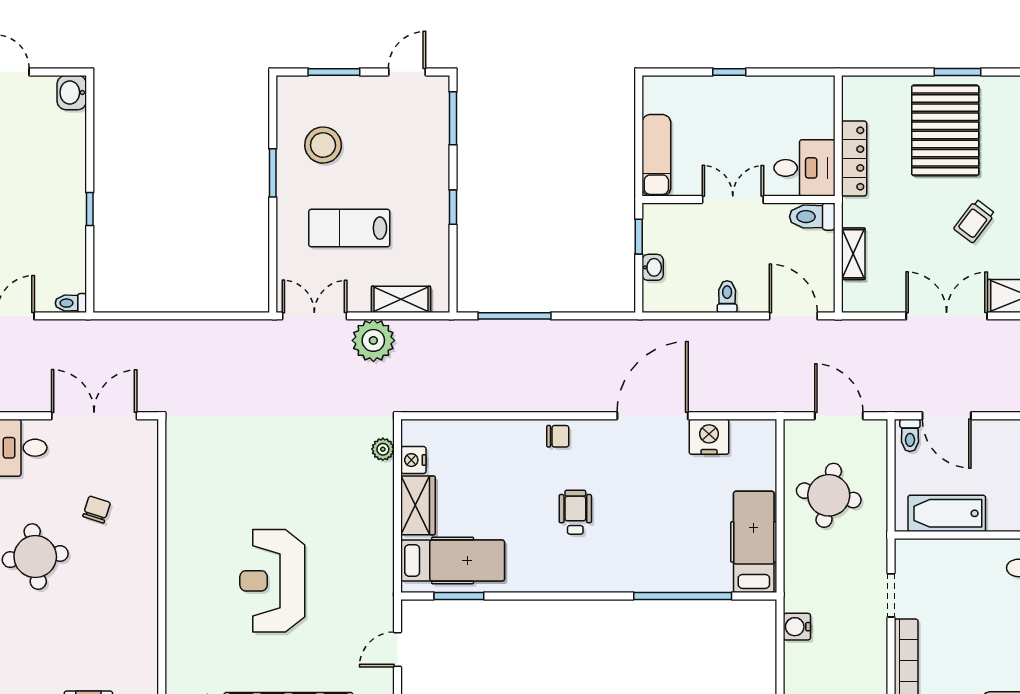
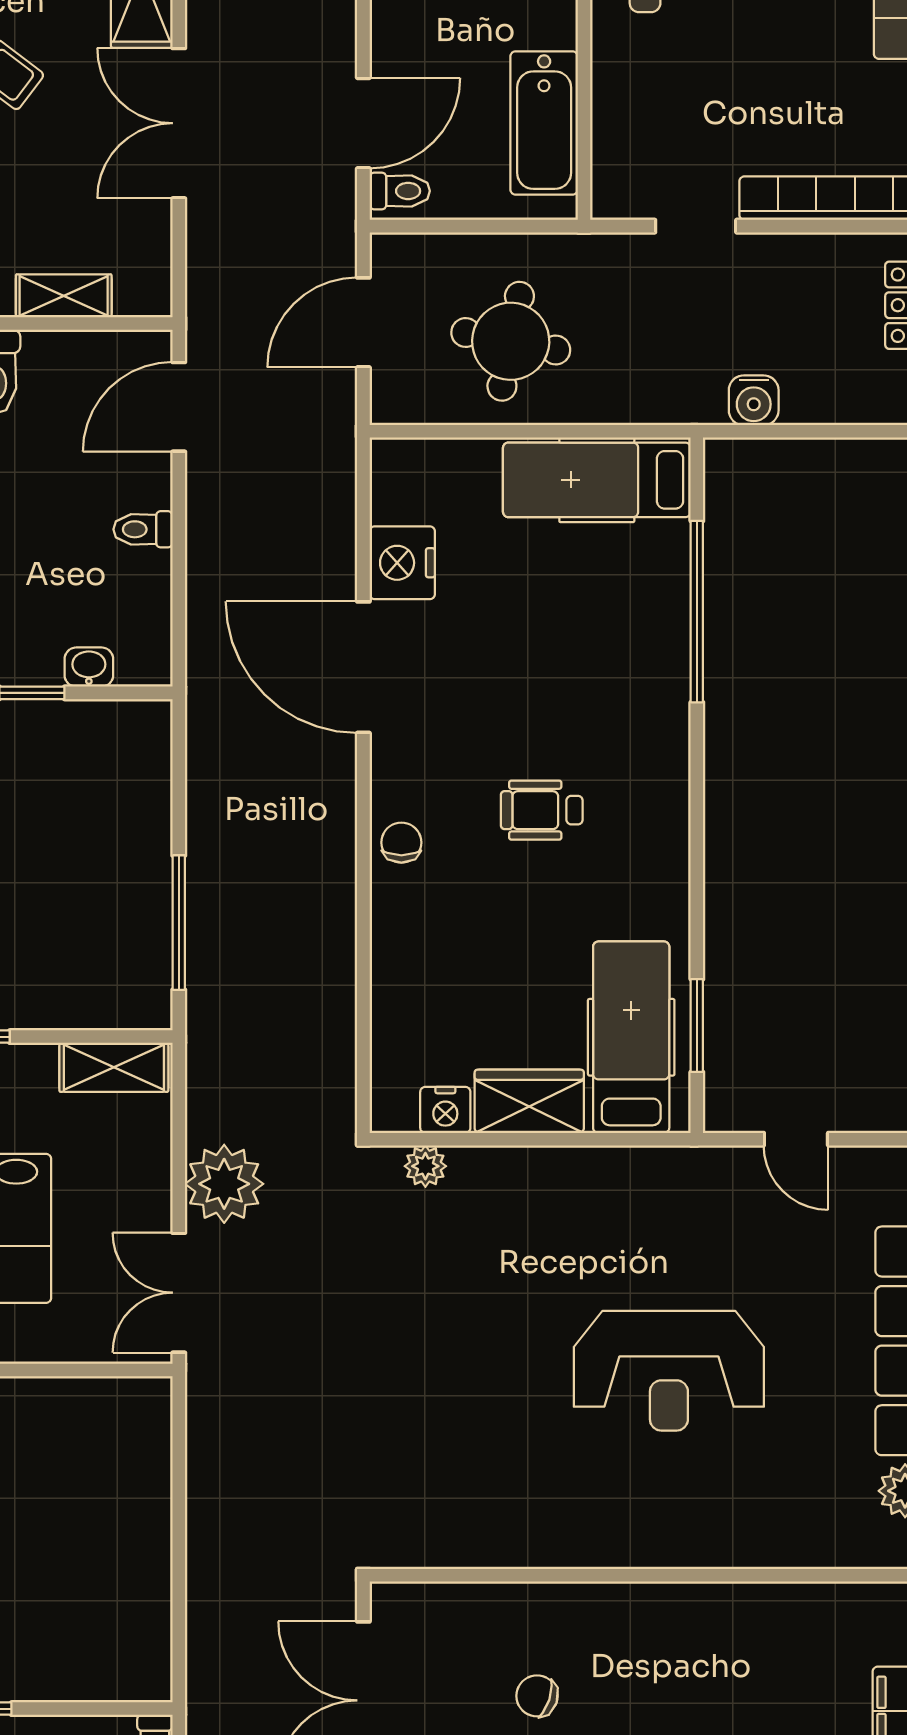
shelving: (401, 299) -> (114, 1067), moved, turned 90

